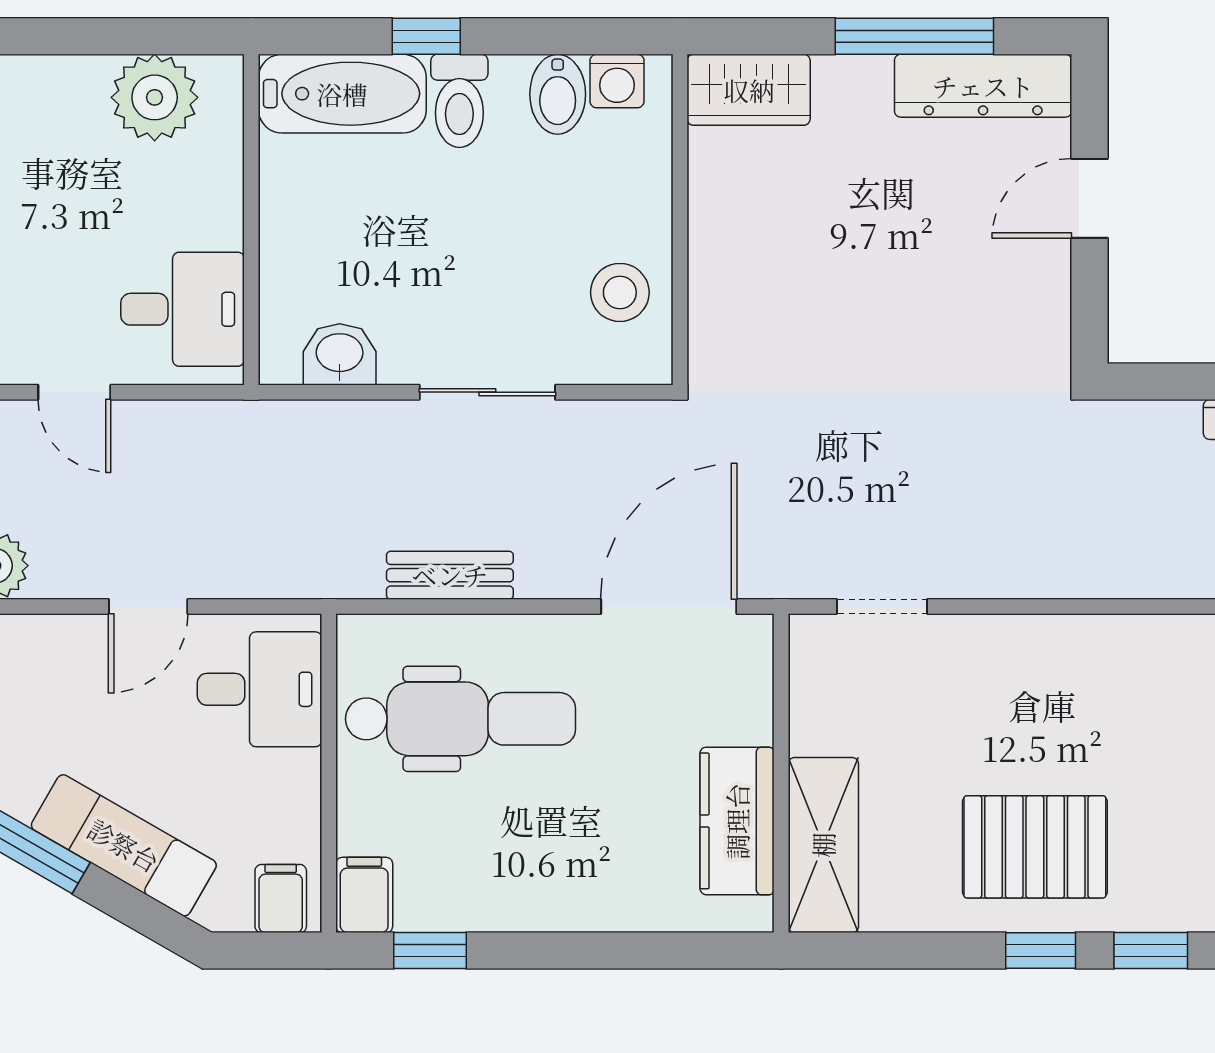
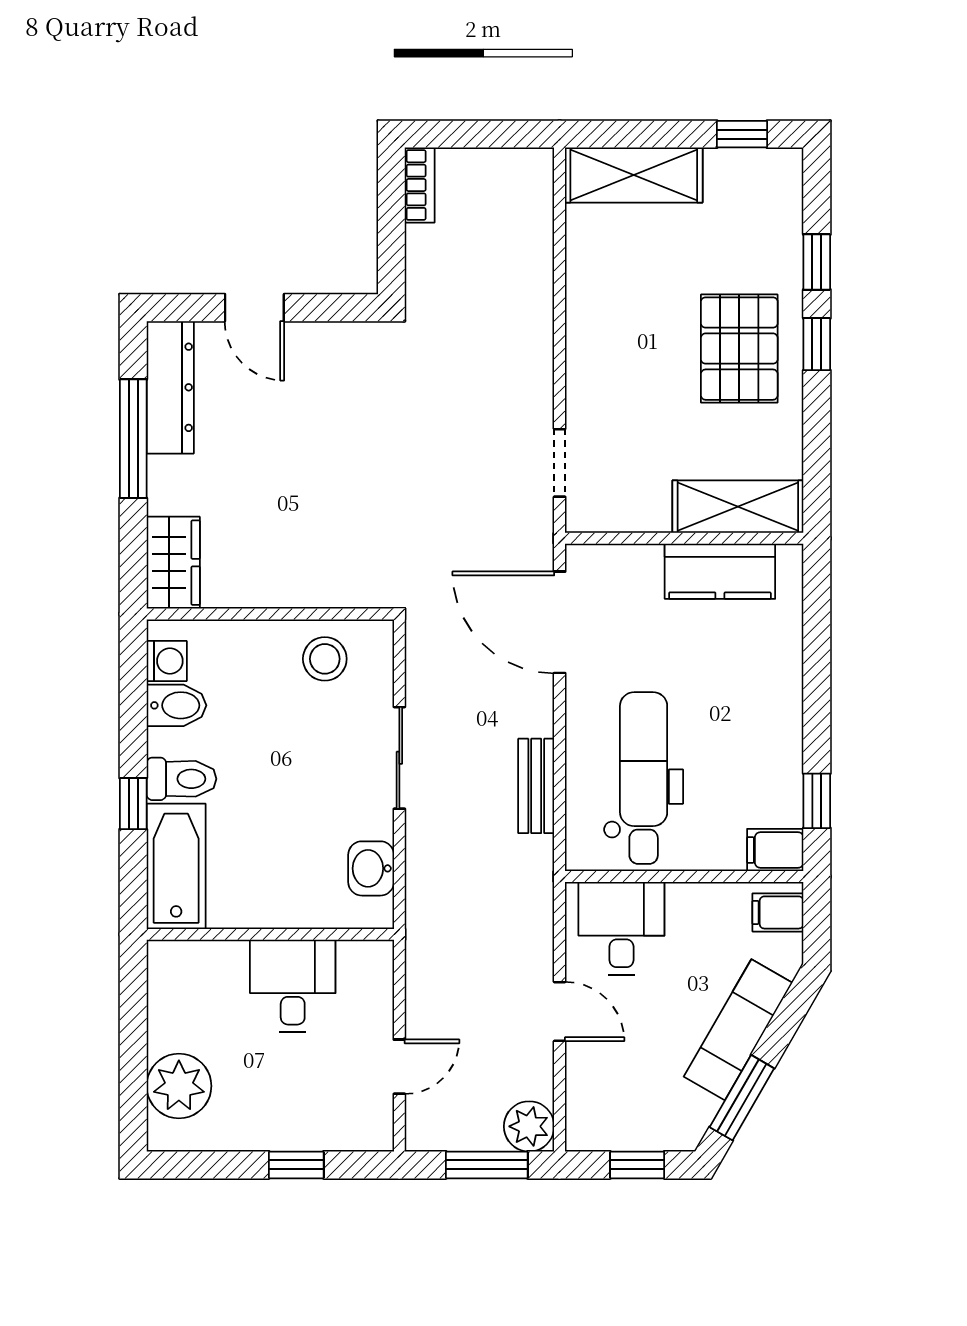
plant: (155, 97) -> (179, 1086), moved
desk: (183, 309) -> (293, 986), moved

